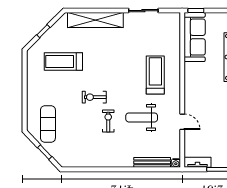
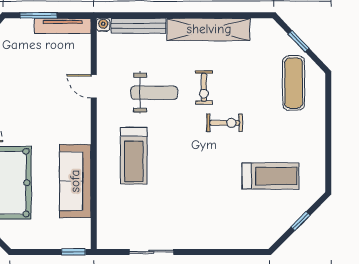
shelving: (95, 20) -> (209, 29), moved
sofa: (195, 37) -> (75, 181), moved
tv unit: (198, 162) -> (63, 26), width x1.41

